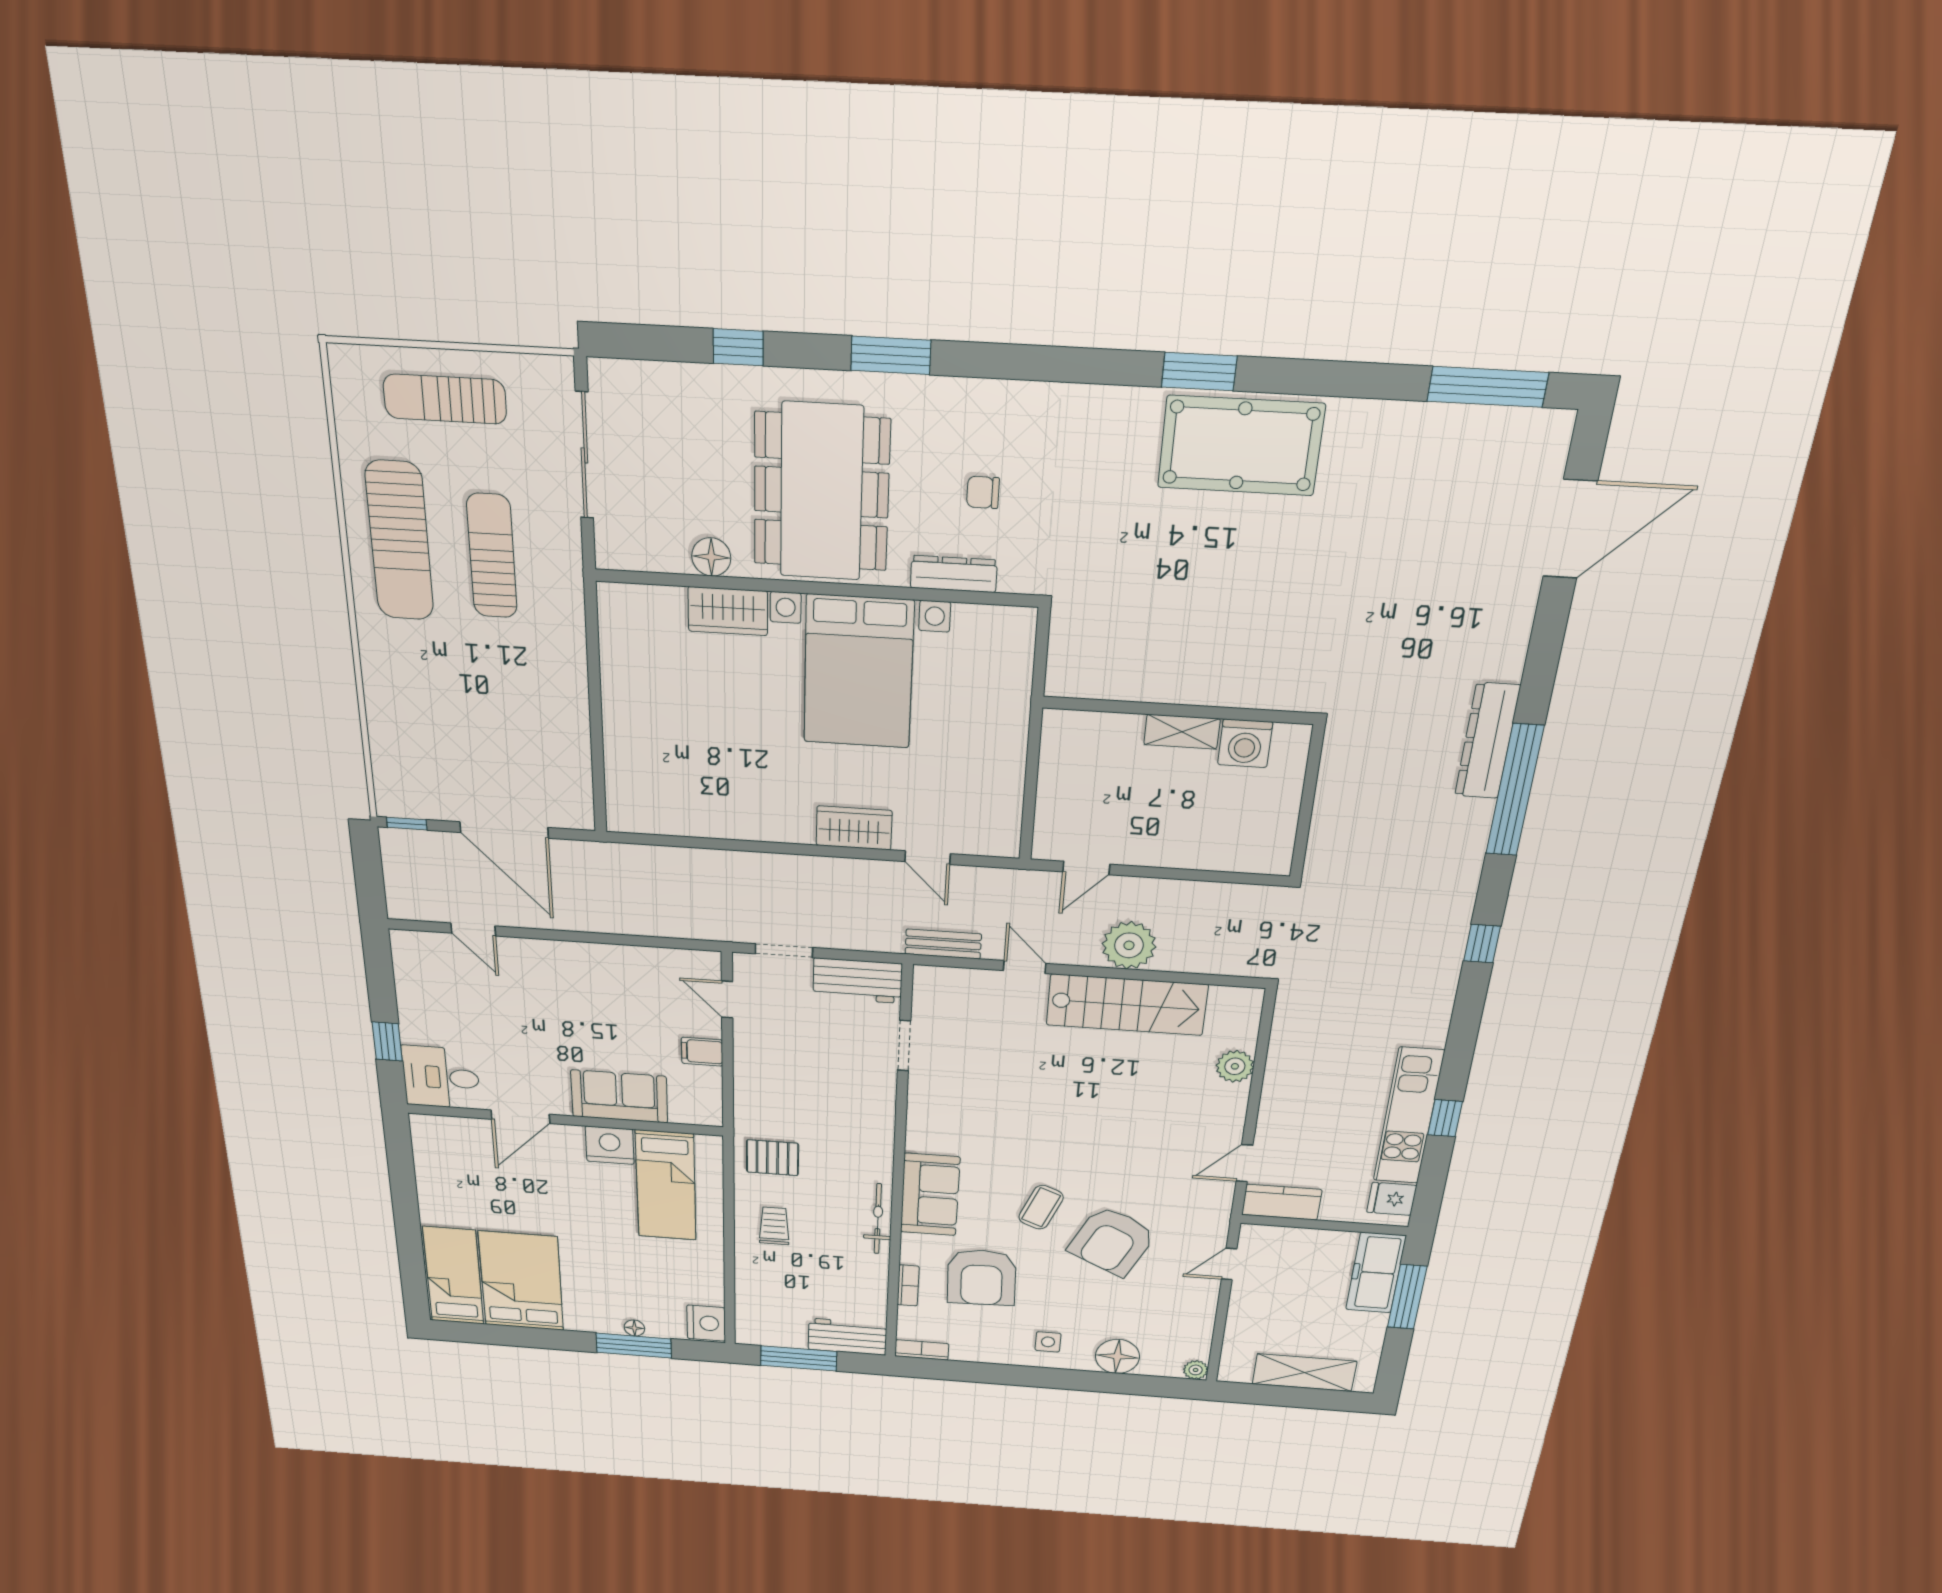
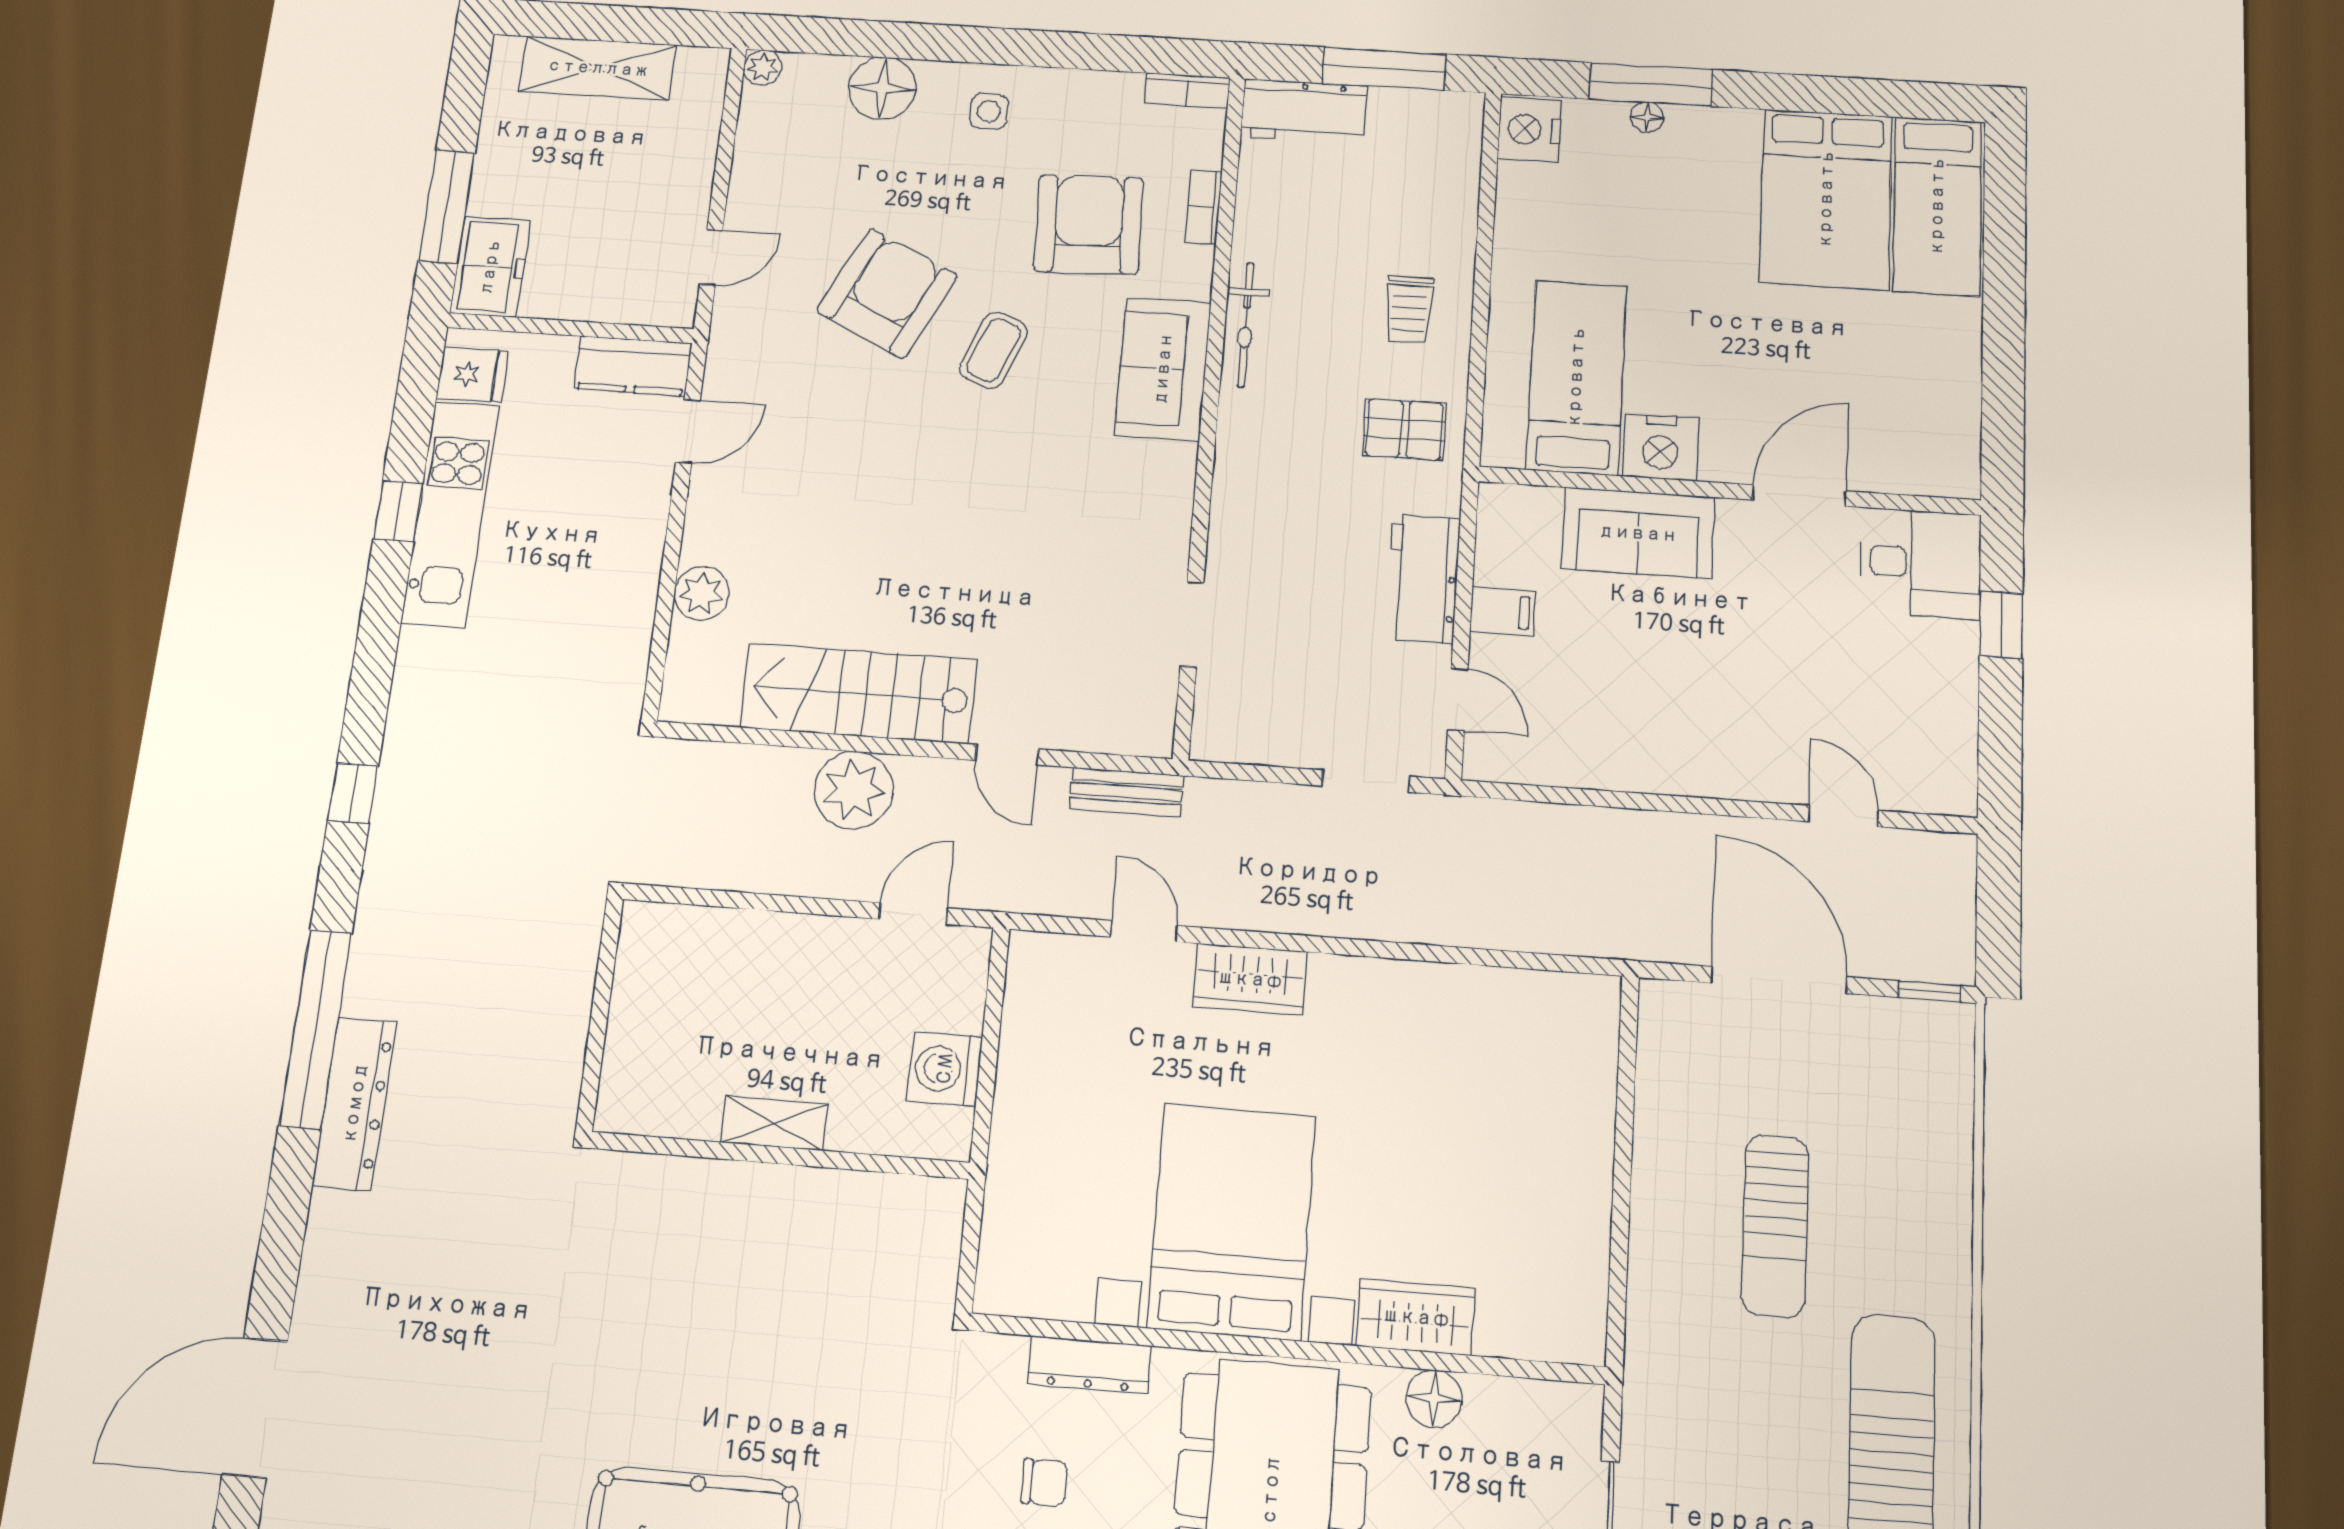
sun lounger: (492, 556) -> (1775, 1226), moved
washing machine: (1245, 743) -> (945, 1069), moved, turned -90
workbench: (857, 981) -> (1423, 579), moved, turned -90
freezer: (1376, 1273) -> (490, 267), width x0.71

